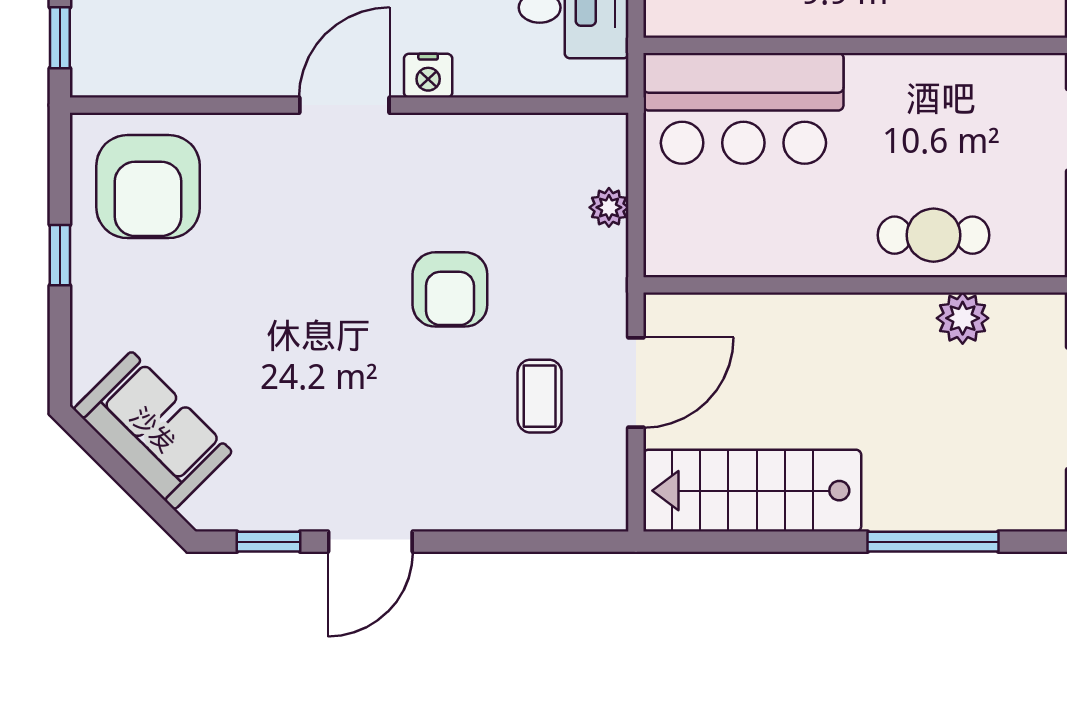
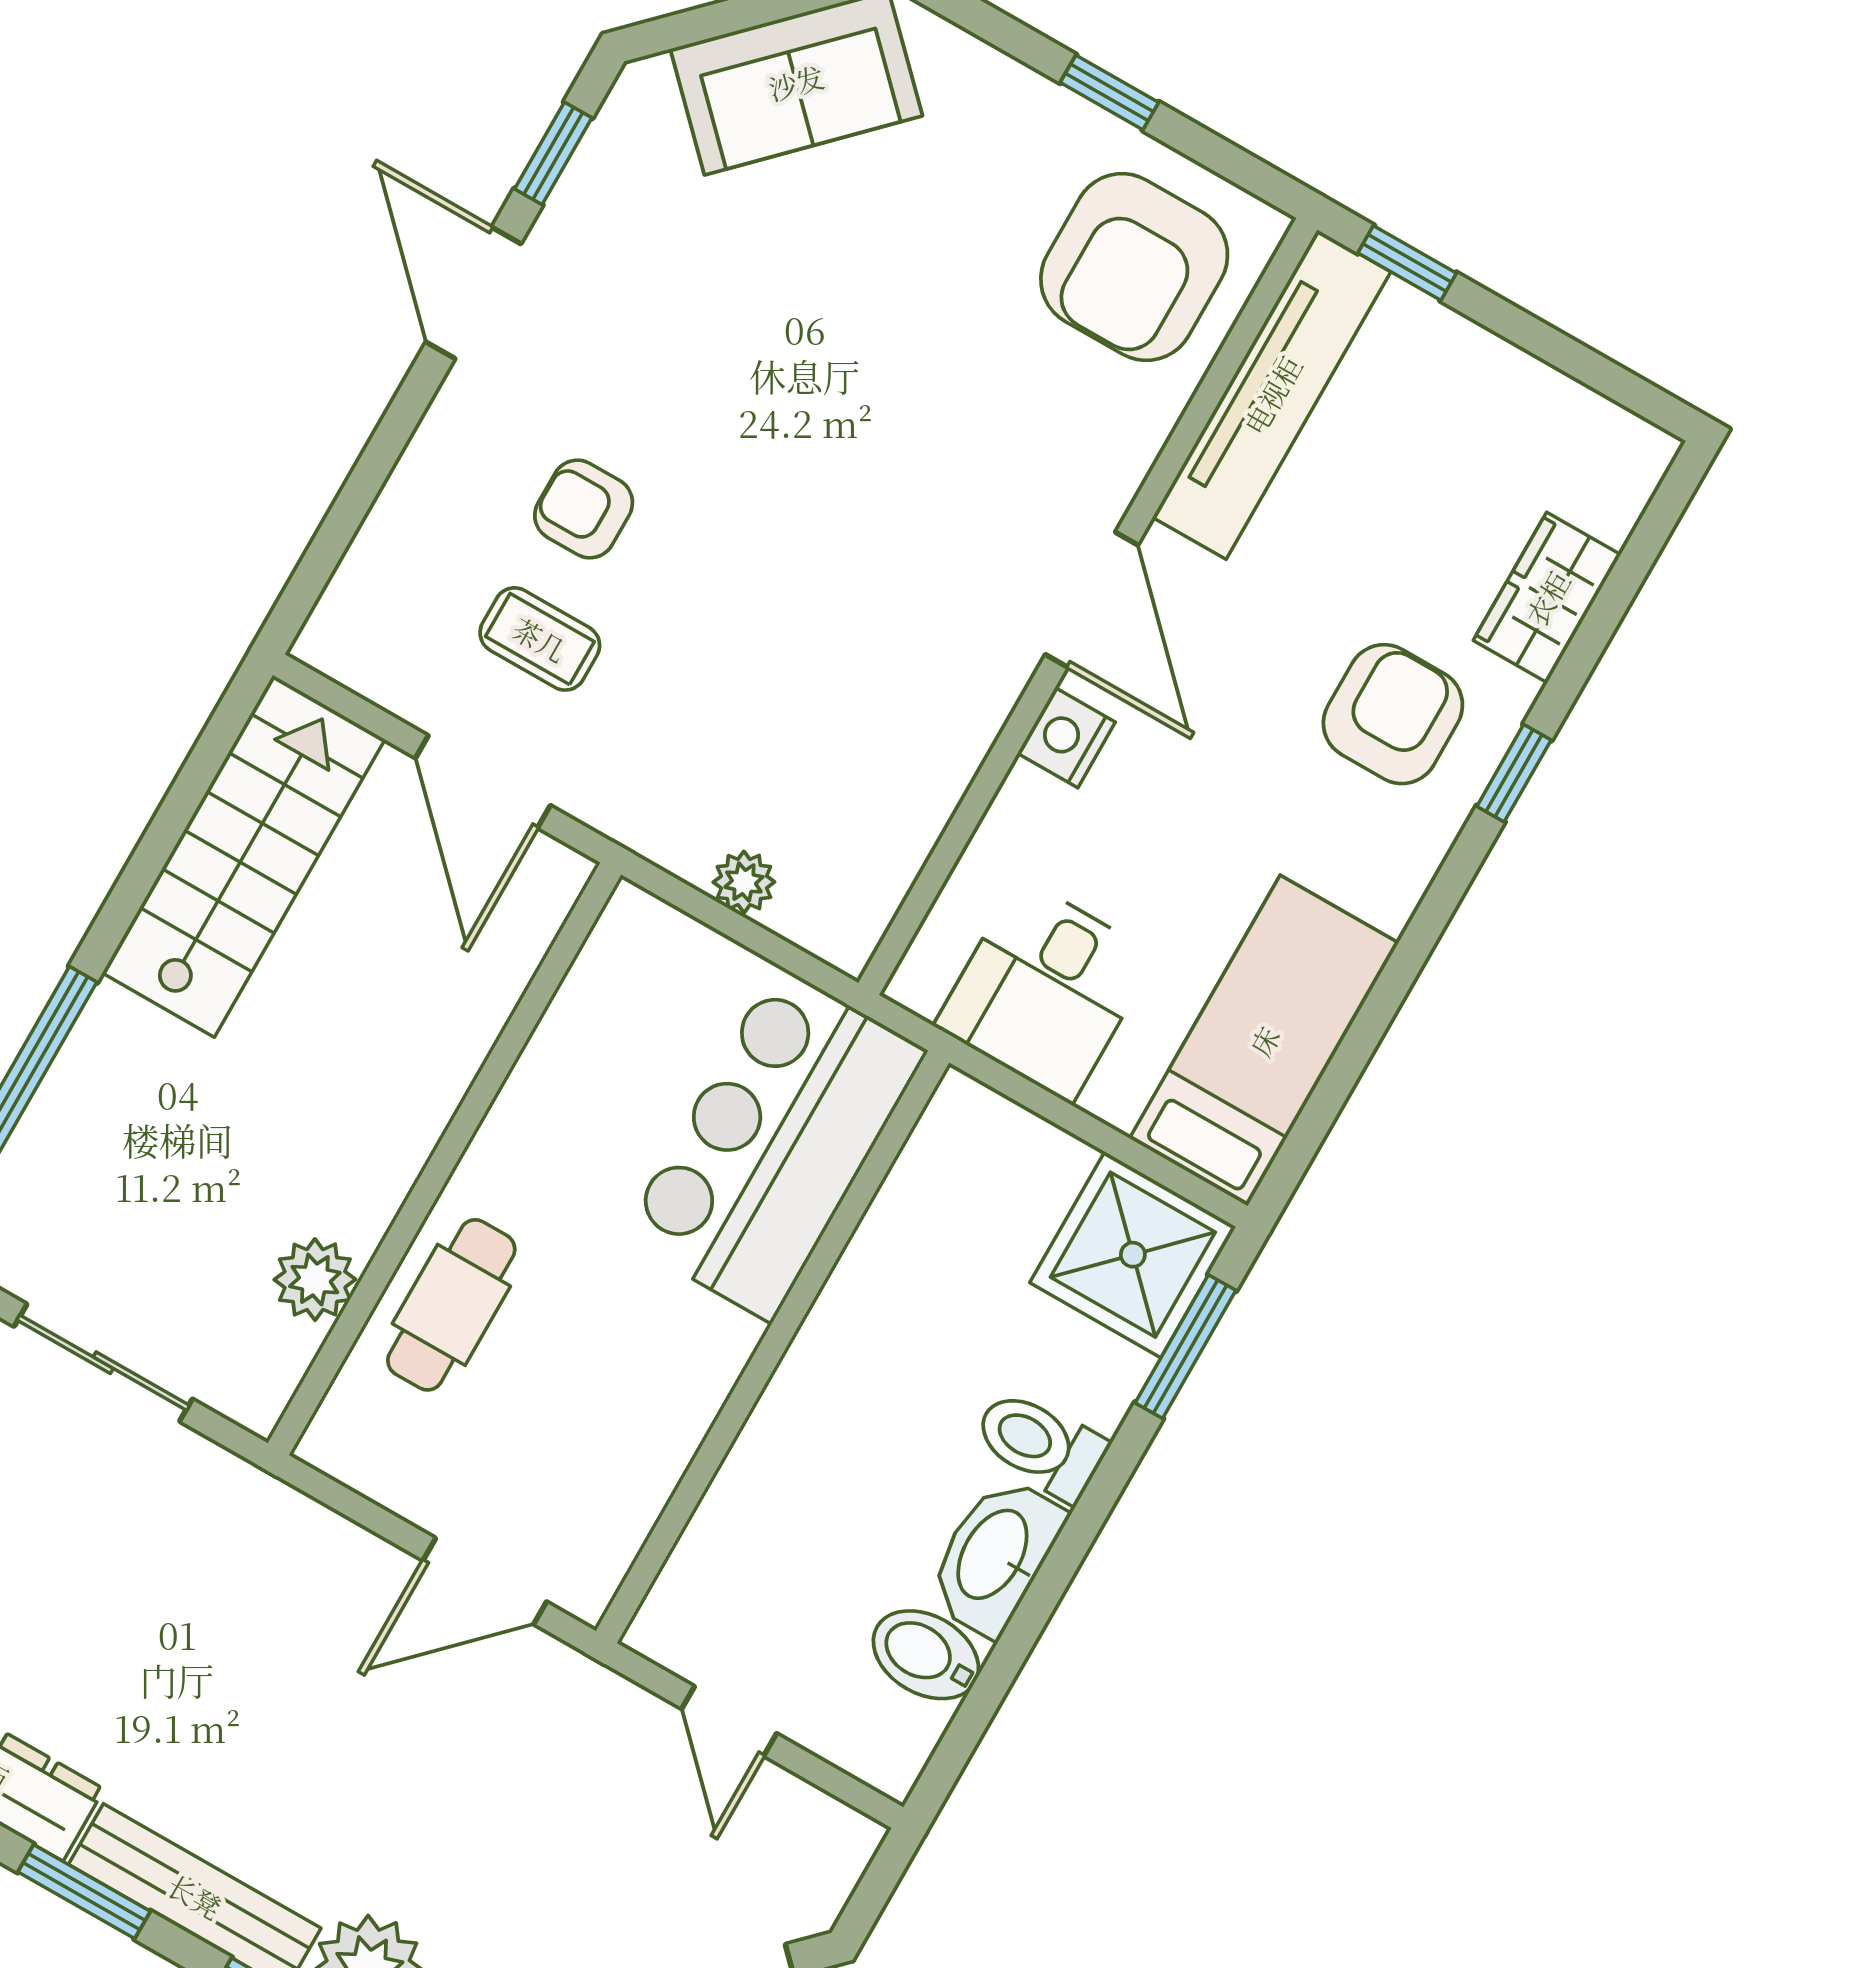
tv unit: (175, 71) -> (1272, 395), added
armchair: (148, 187) -> (1134, 267), turned -90
armchair: (450, 289) -> (584, 509), moved, width x0.72, depth x0.72

